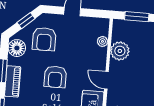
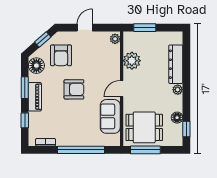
plant: (102, 41) -> (115, 39), moved
armchair: (55, 77) -> (74, 89), turned -90
door: (106, 80) -> (122, 89), hinge flipped

